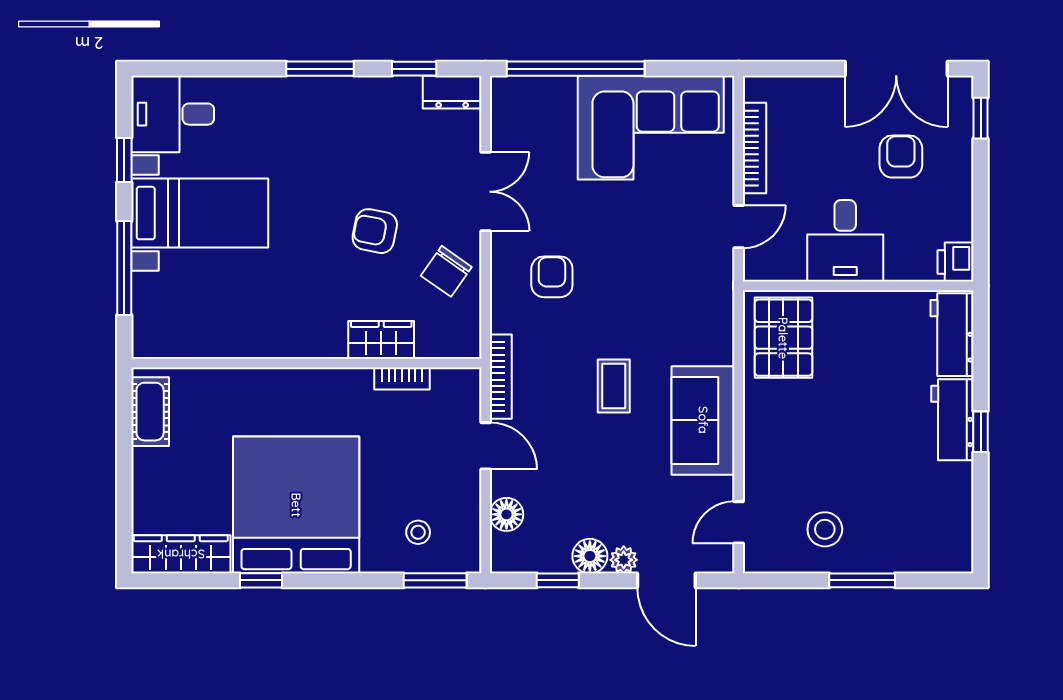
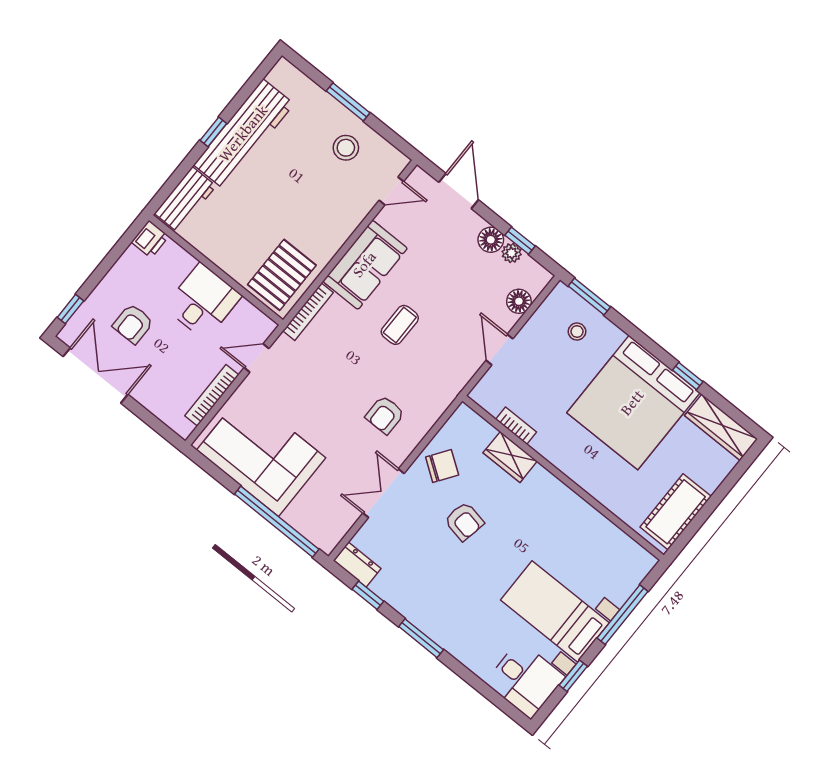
bookcase: (501, 377) -> (308, 312), moved, turned 180
cot: (150, 412) -> (676, 512), width x1.37, depth x1.34
workbench: (952, 420) -> (244, 134), width x1.88, depth x1.32
plant: (624, 560) -> (512, 253), moved

